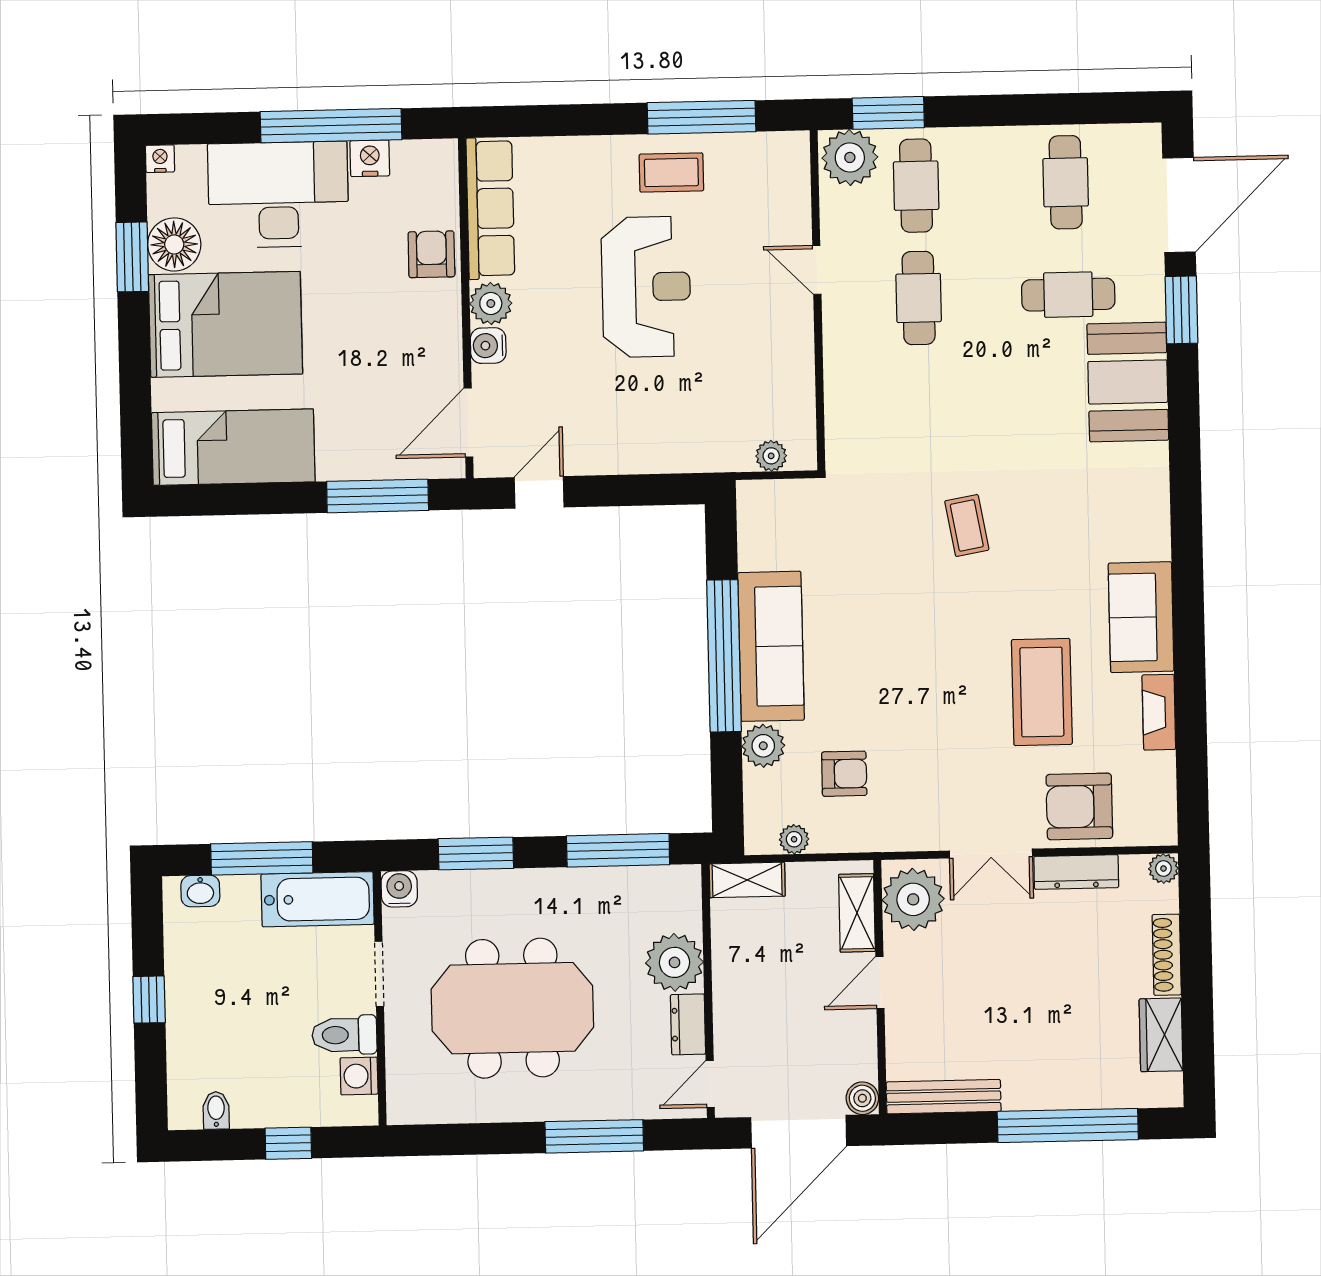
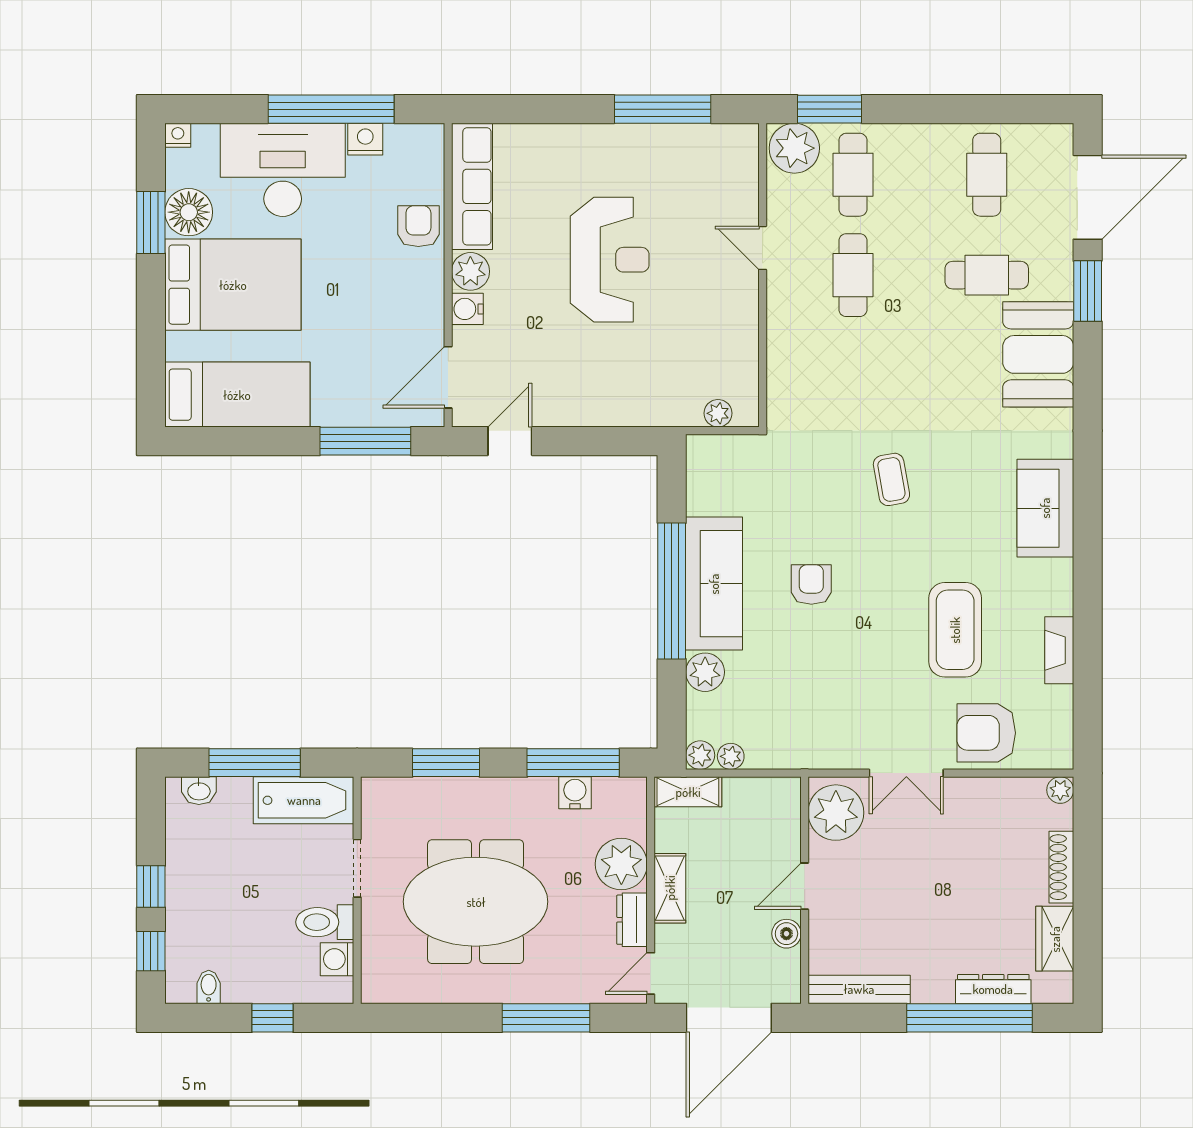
coffee table: (671, 172) -> (635, 158), removed
sofa: (1141, 617) -> (1045, 508), moved
armchair: (844, 774) -> (811, 585), moved, turned -90
plant: (760, 839) -> (700, 755), added
dresser: (1076, 872) -> (993, 989), moved, turned 180
water cooler: (399, 889) -> (575, 793), moved
shelving: (857, 913) -> (670, 888), moved
window: (151, 1072) -> (151, 951), added
boiler: (862, 1098) -> (786, 934), moved

